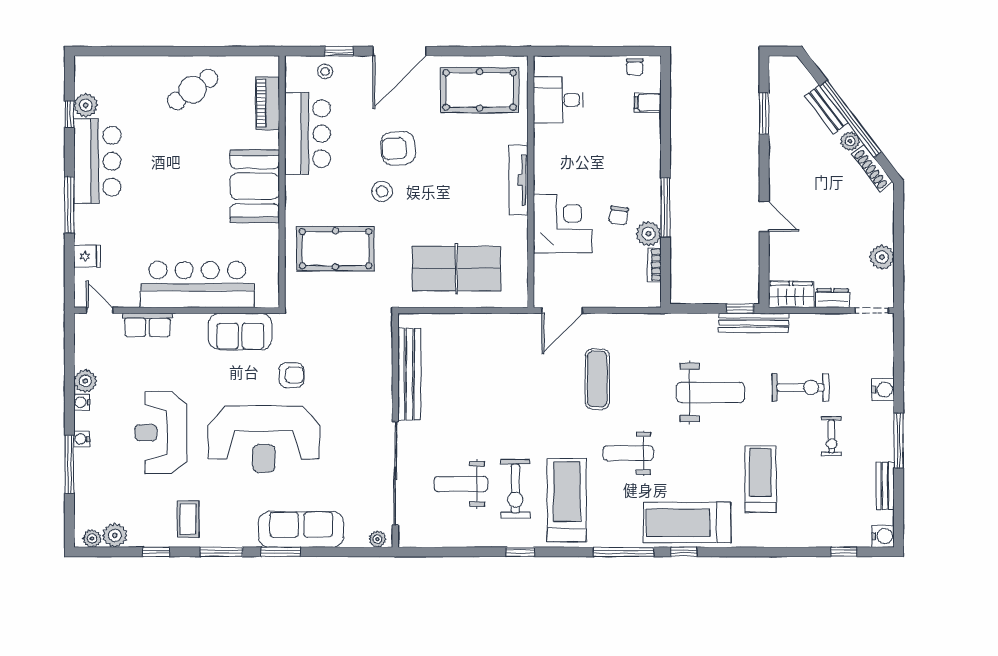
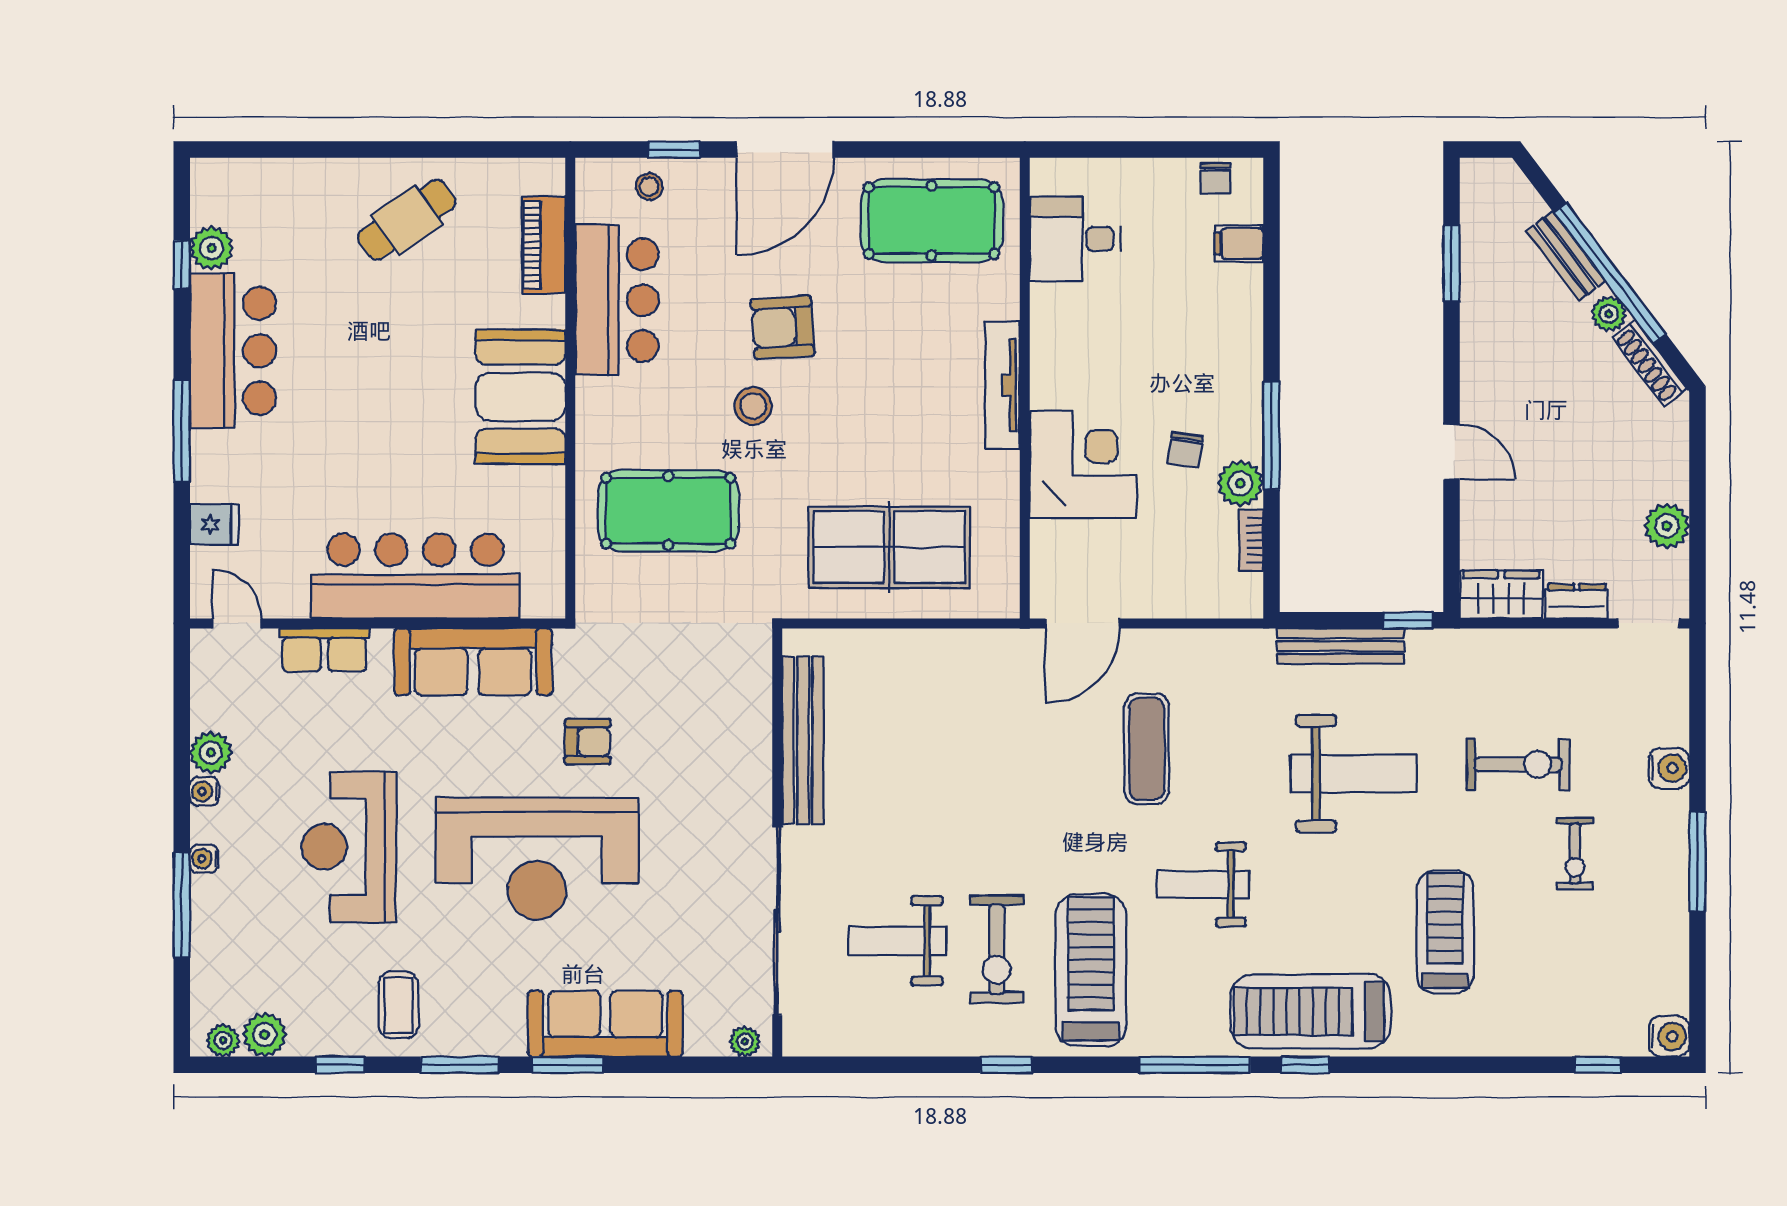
bench: (754, 323) -> (1341, 646), moved
sofa: (240, 331) -> (473, 662), width x1.36
bench: (885, 486) -> (1673, 944), removed

